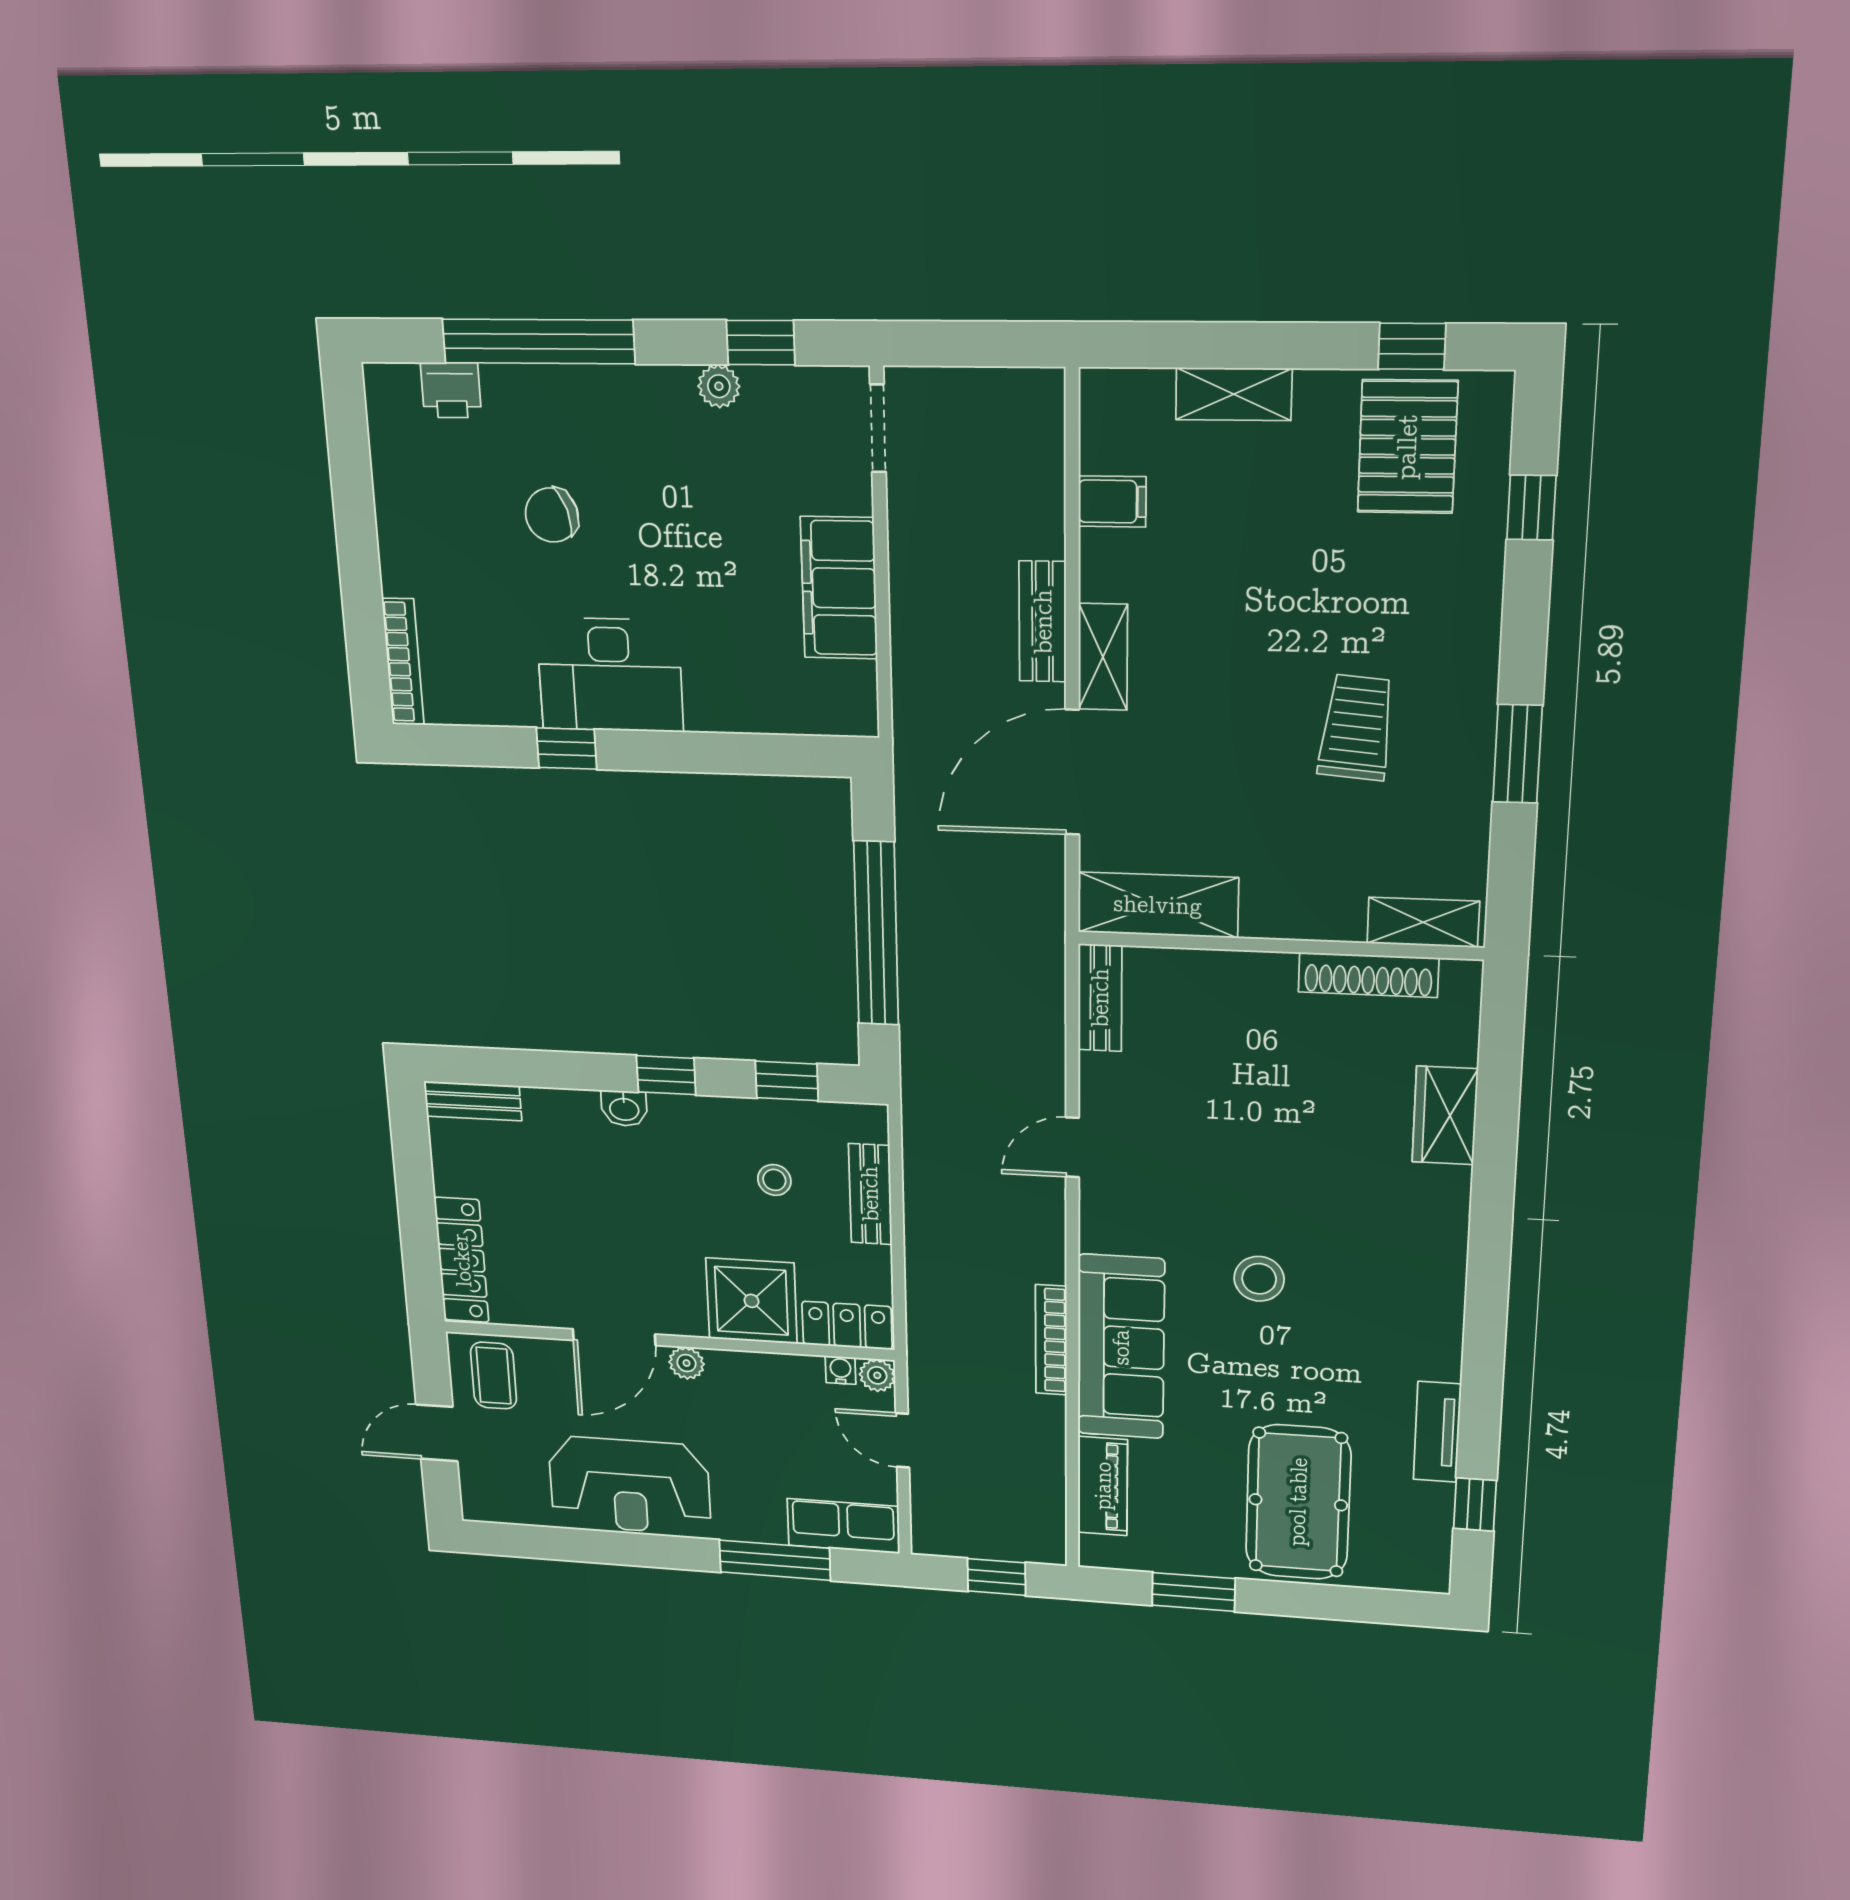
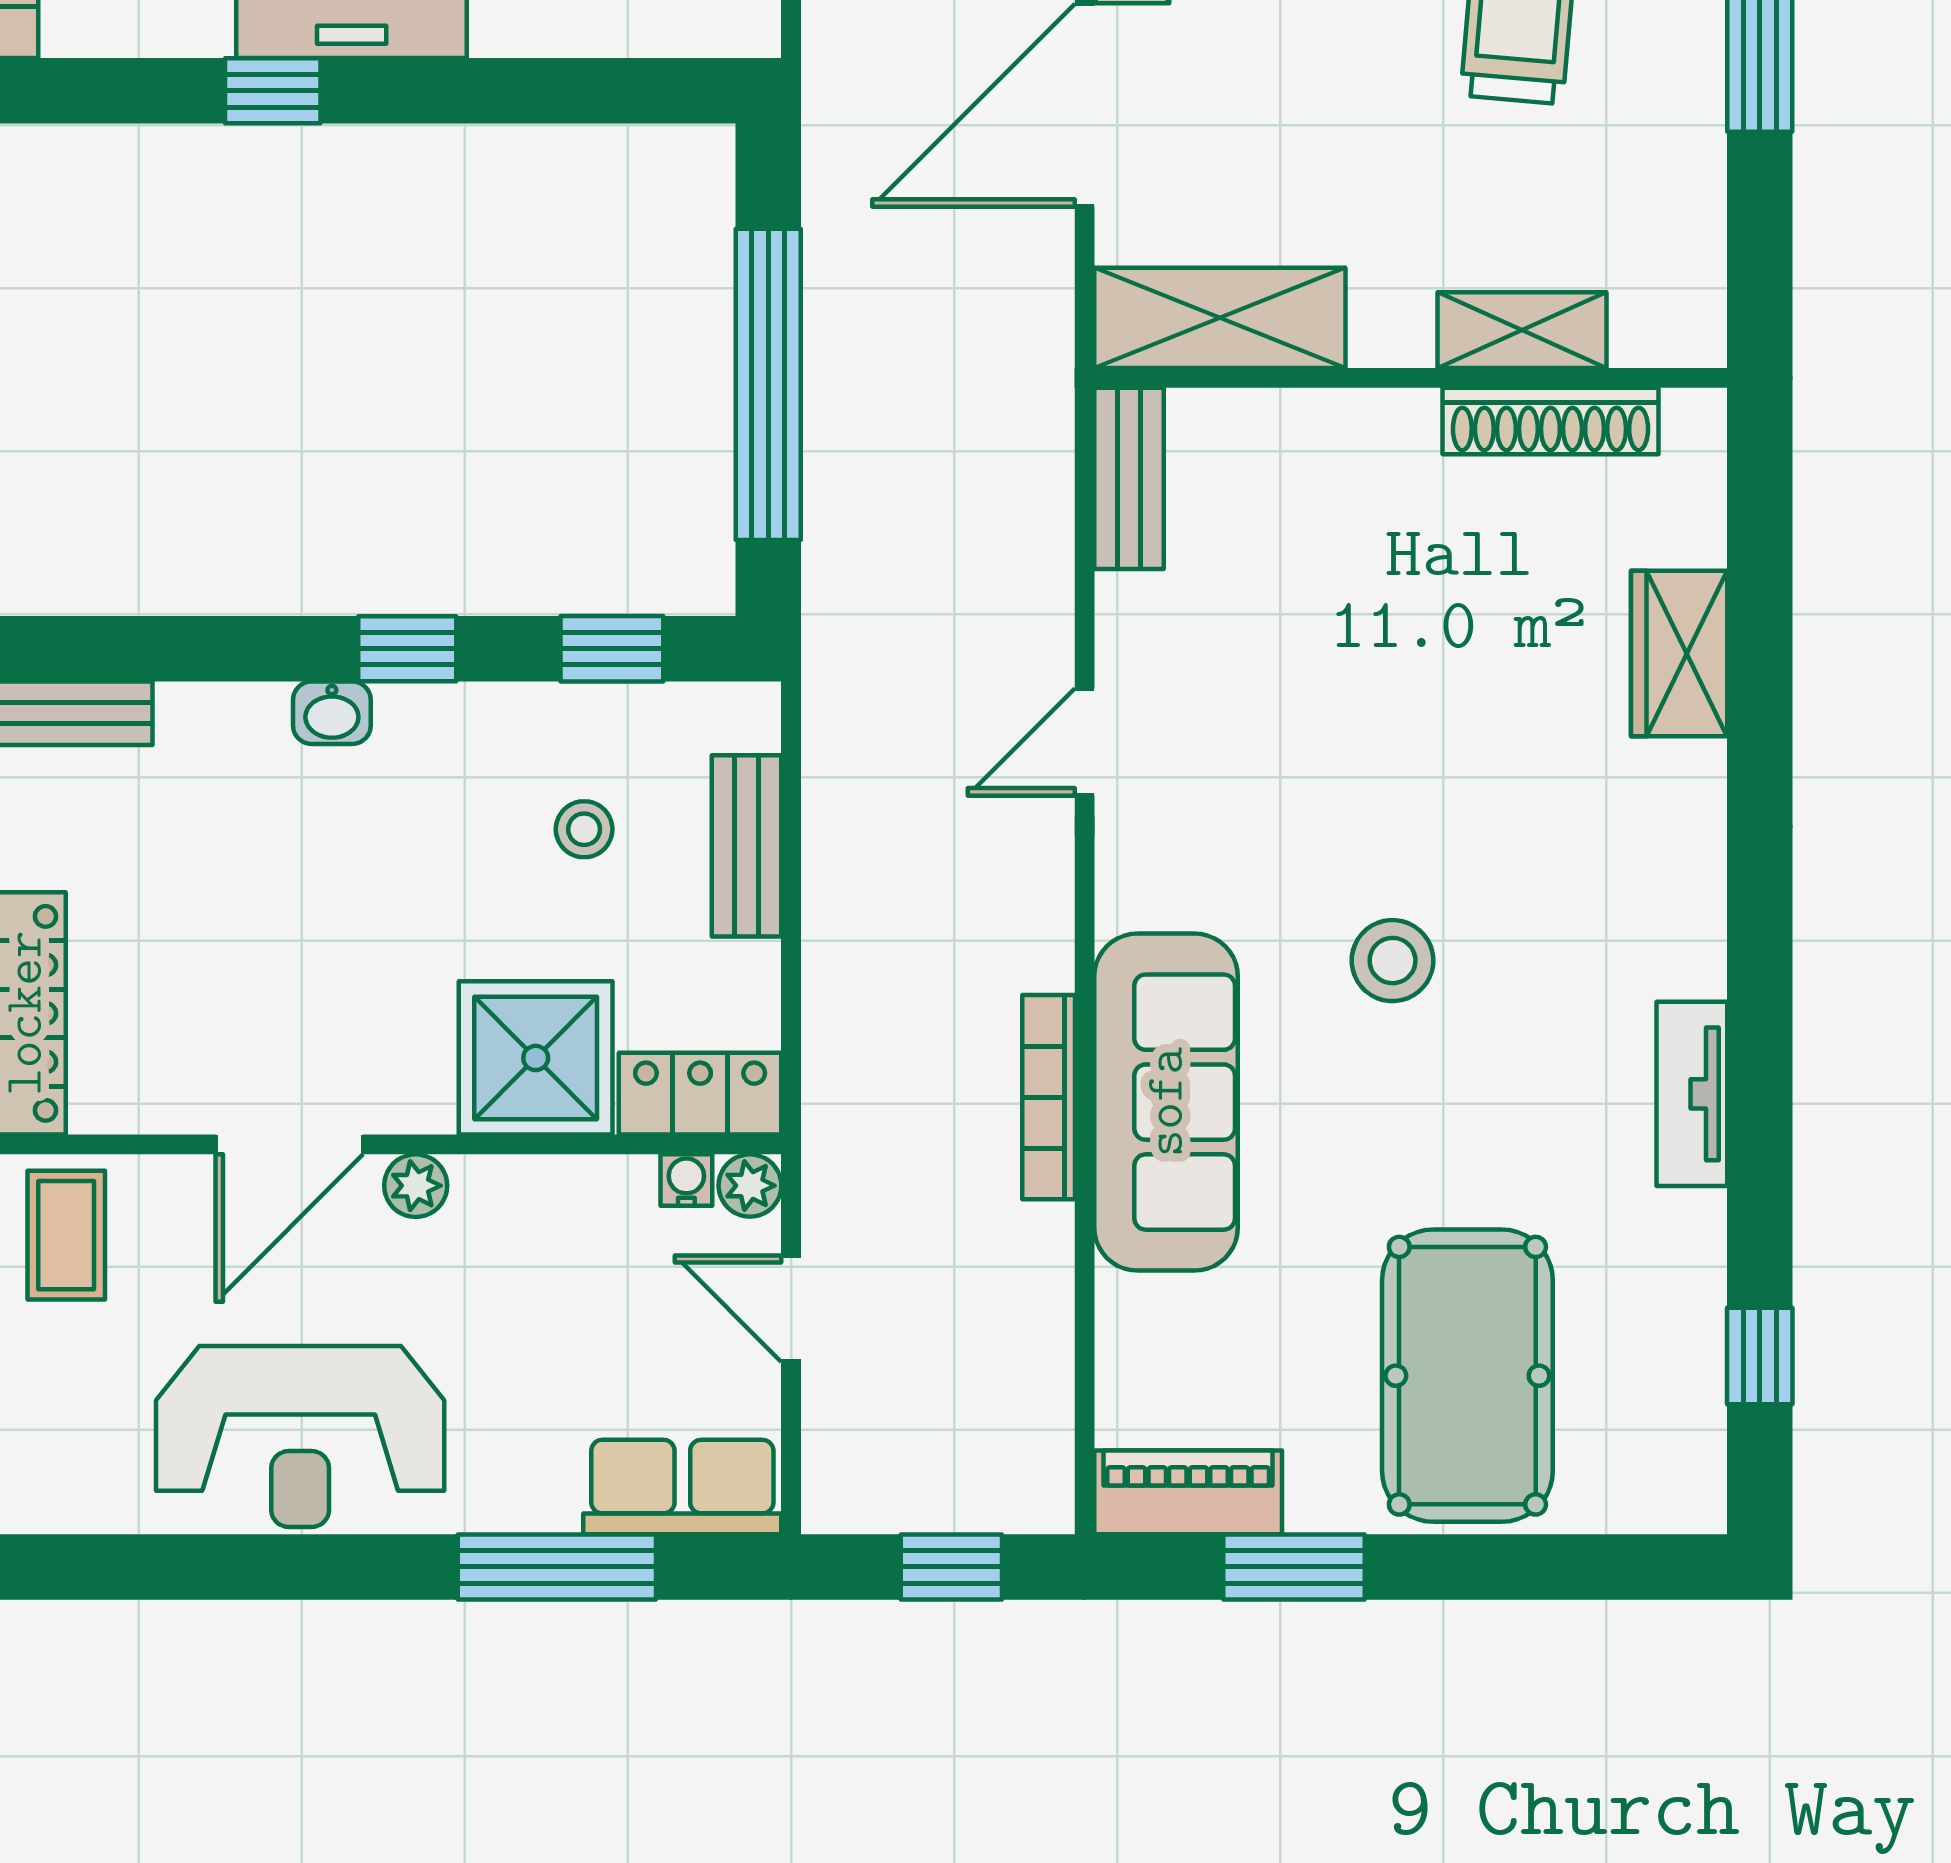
shelving: (1423, 922) -> (1522, 330), moved
tv unit: (1437, 1432) -> (1692, 1094), moved
piano: (1103, 1486) -> (1188, 1492), moved, turned -90

